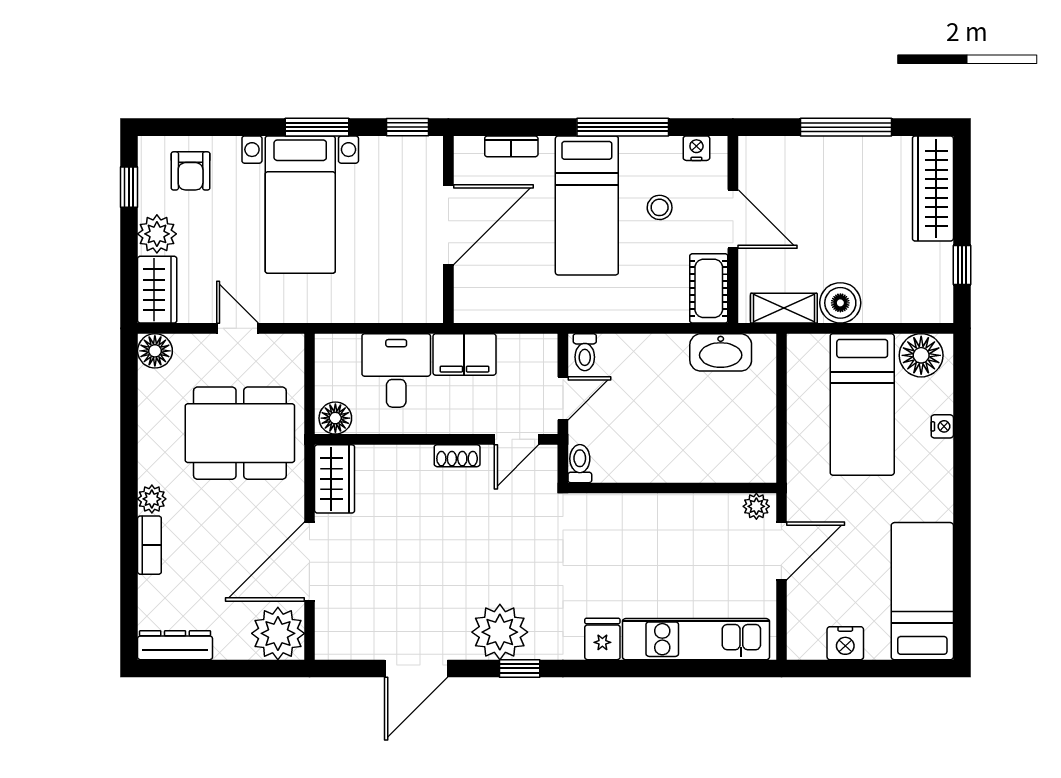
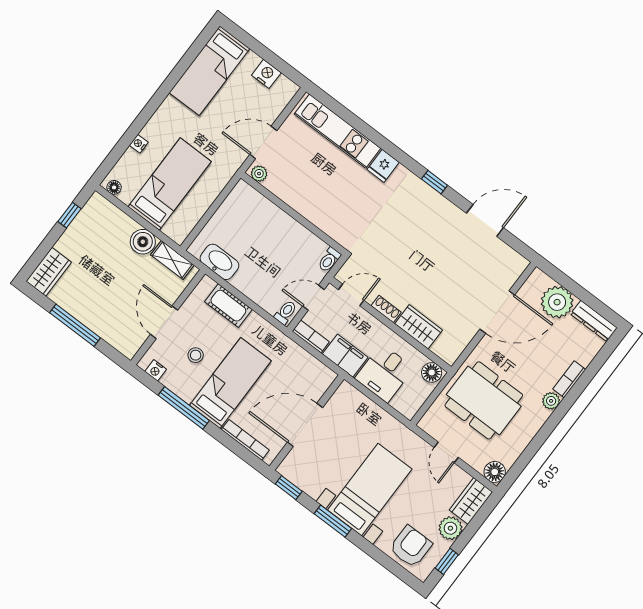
bookcase: (511, 146) -> (245, 440), width x1.56
armchair: (191, 171) -> (411, 547), width x1.38, depth x1.38
wardrobe: (933, 188) -> (49, 272), width x0.67
cot: (709, 288) -> (228, 306), moved, turned 90
bookcase: (528, 345) -> (311, 337), added
floor lamp: (921, 355) -> (114, 187), width x0.53, depth x0.53
wardrobe: (335, 479) -> (419, 327), moved, turned 90
plant: (500, 632) -> (431, 207), removed
plant: (278, 633) -> (557, 302), moved

